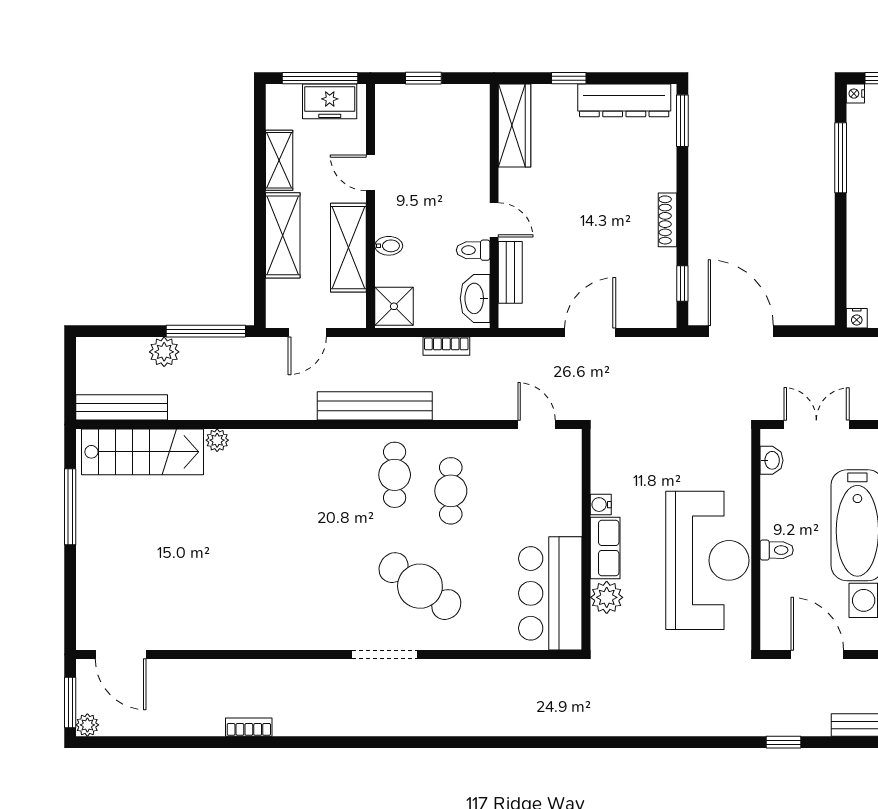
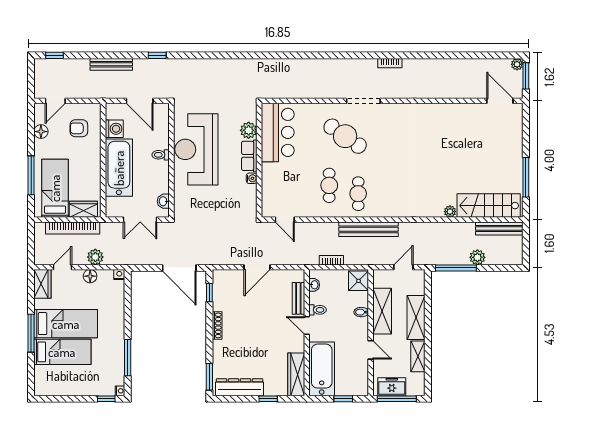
bathtub: (465, 136) -> (322, 369), added
washbasin: (475, 298) -> (314, 285), width x0.52, depth x0.69
bookcase: (249, 727) -> (390, 63), moved

